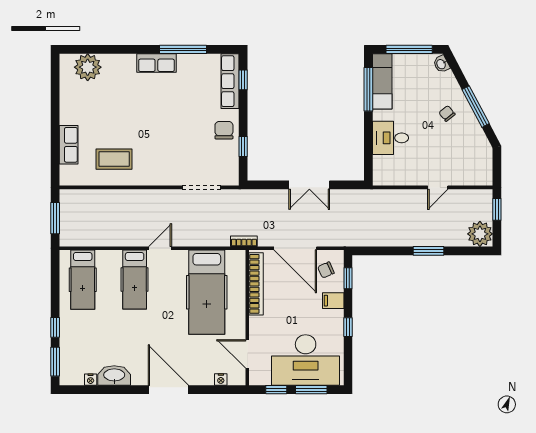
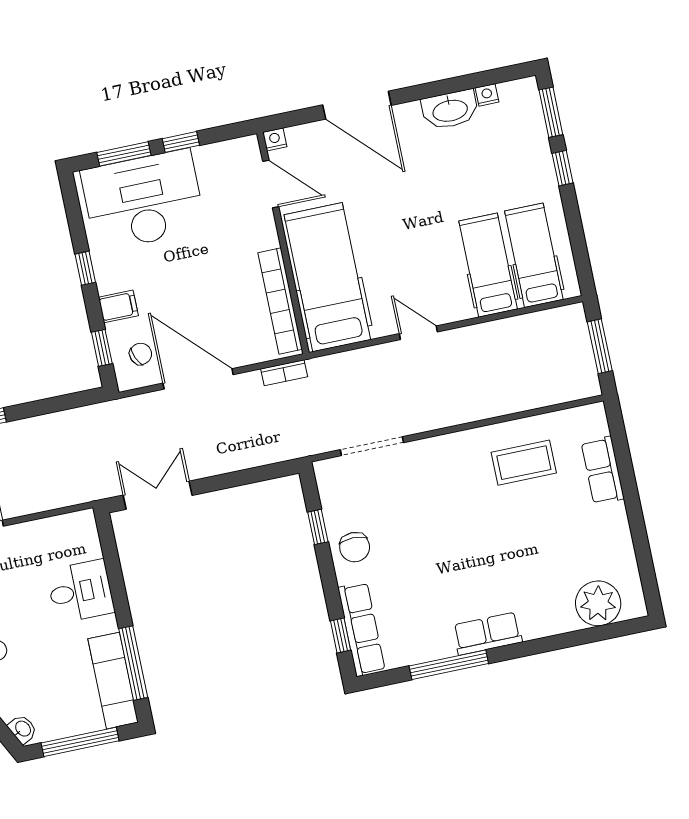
double door: (309, 185) -> (158, 495), moved
door: (160, 248) -> (418, 333), swing flipped
hospital bed: (135, 280) -> (488, 265), moved
bookcase: (256, 284) -> (280, 301), moved
wall: (247, 318) -> (283, 243), moved
door: (247, 354) -> (271, 184), moved

